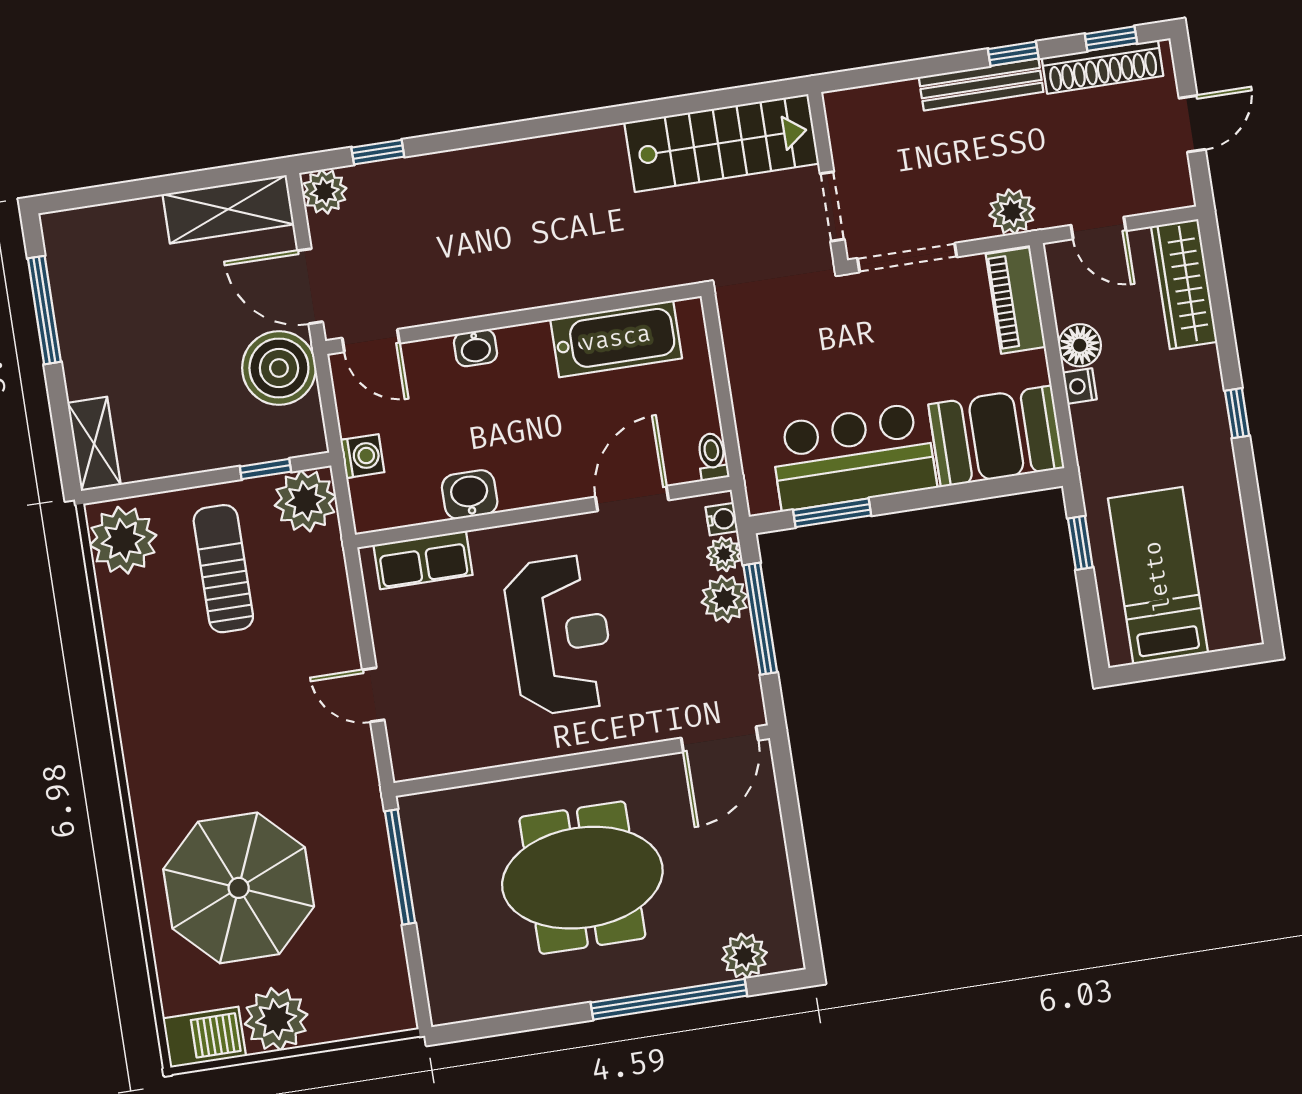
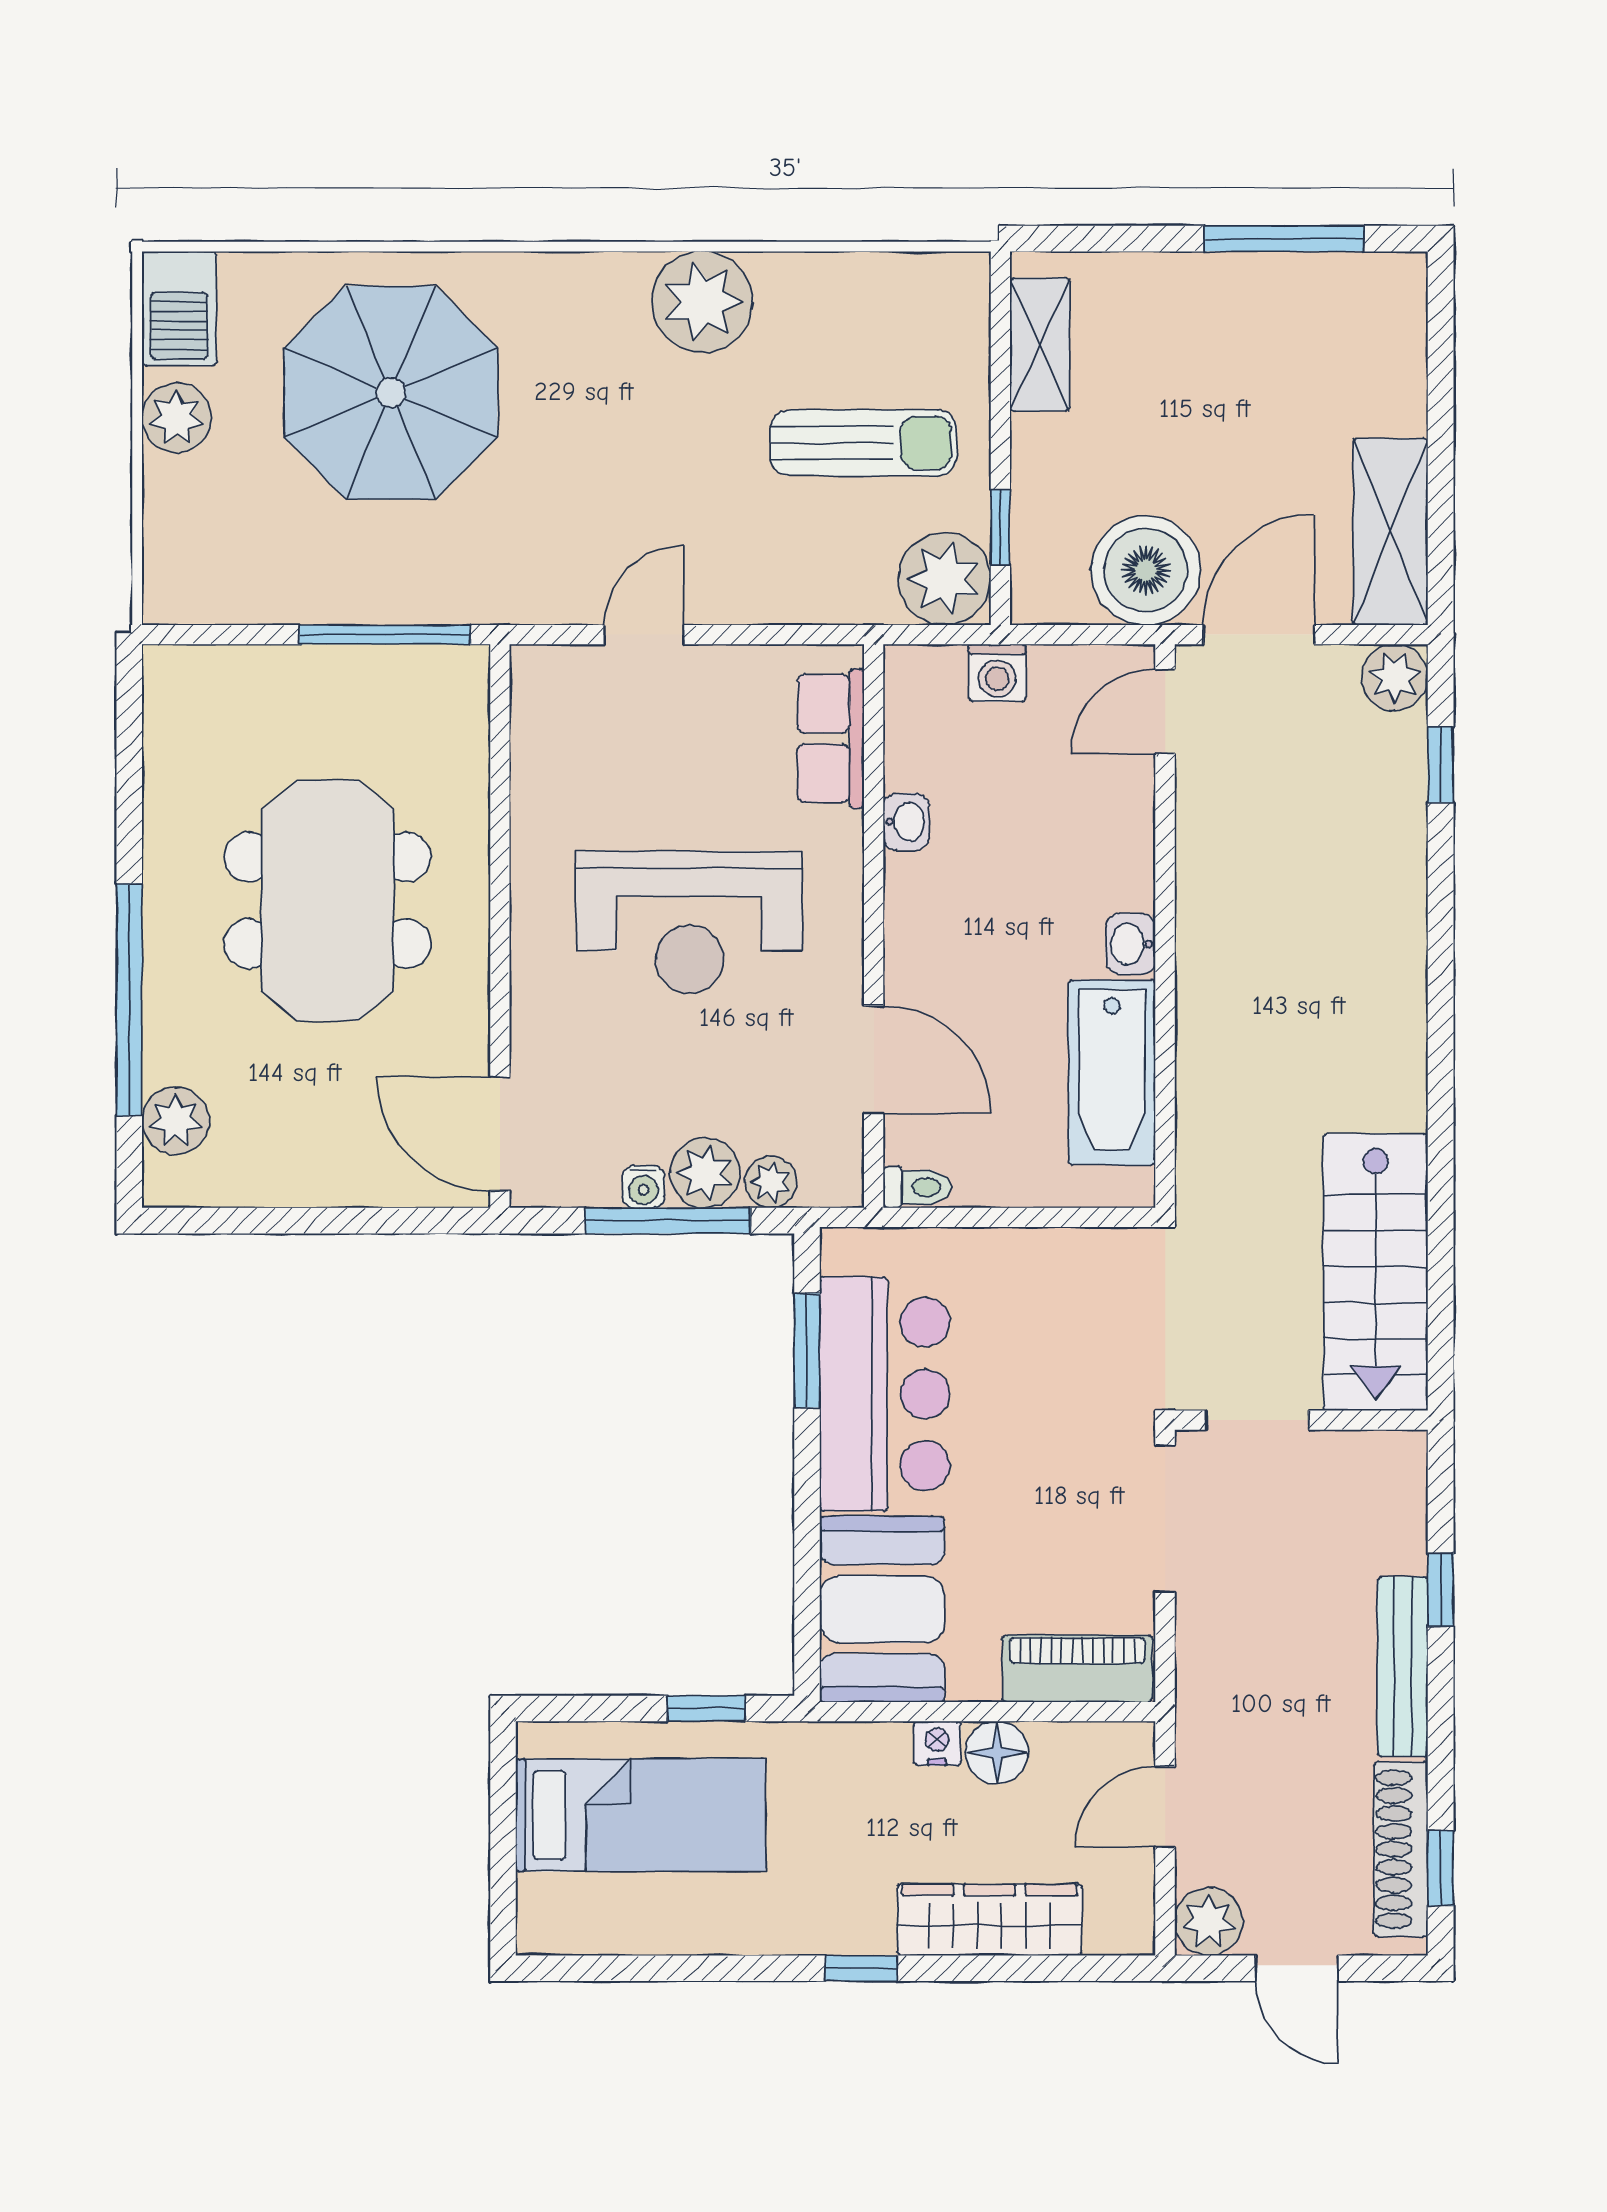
window: (1013, 54) -> (1441, 1590), moved
plant: (1012, 212) -> (1209, 1921), moved
wardrobe: (1184, 284) -> (989, 1920), moved
washbasin: (476, 348) -> (1131, 944), moved
shelving: (94, 444) -> (1040, 344), moved, turned 90
washbasin: (470, 495) -> (906, 822), width x0.72, depth x0.69
water cooler: (722, 519) -> (644, 1187), moved
plant: (123, 540) -> (702, 302), moved
plant: (276, 1019) -> (177, 418), width x0.73, depth x0.73

